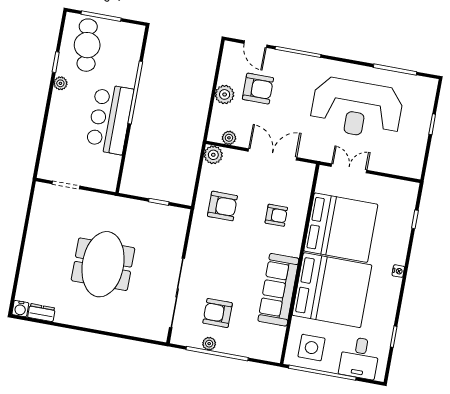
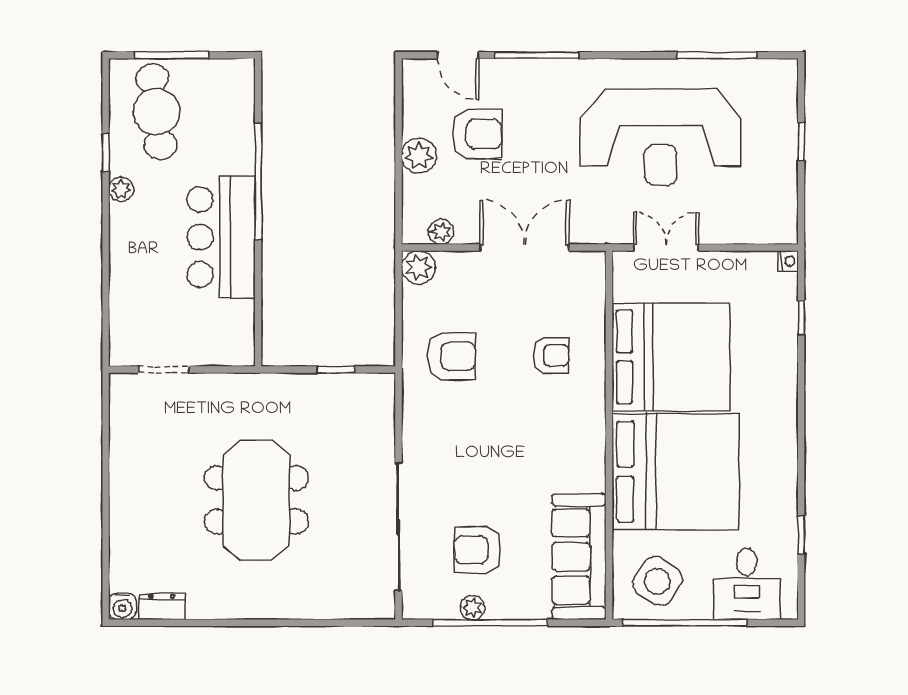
nightstand: (398, 271) -> (788, 261), moved
sofa: (278, 290) -> (579, 557), moved
side table: (312, 348) -> (657, 581), turned 34

